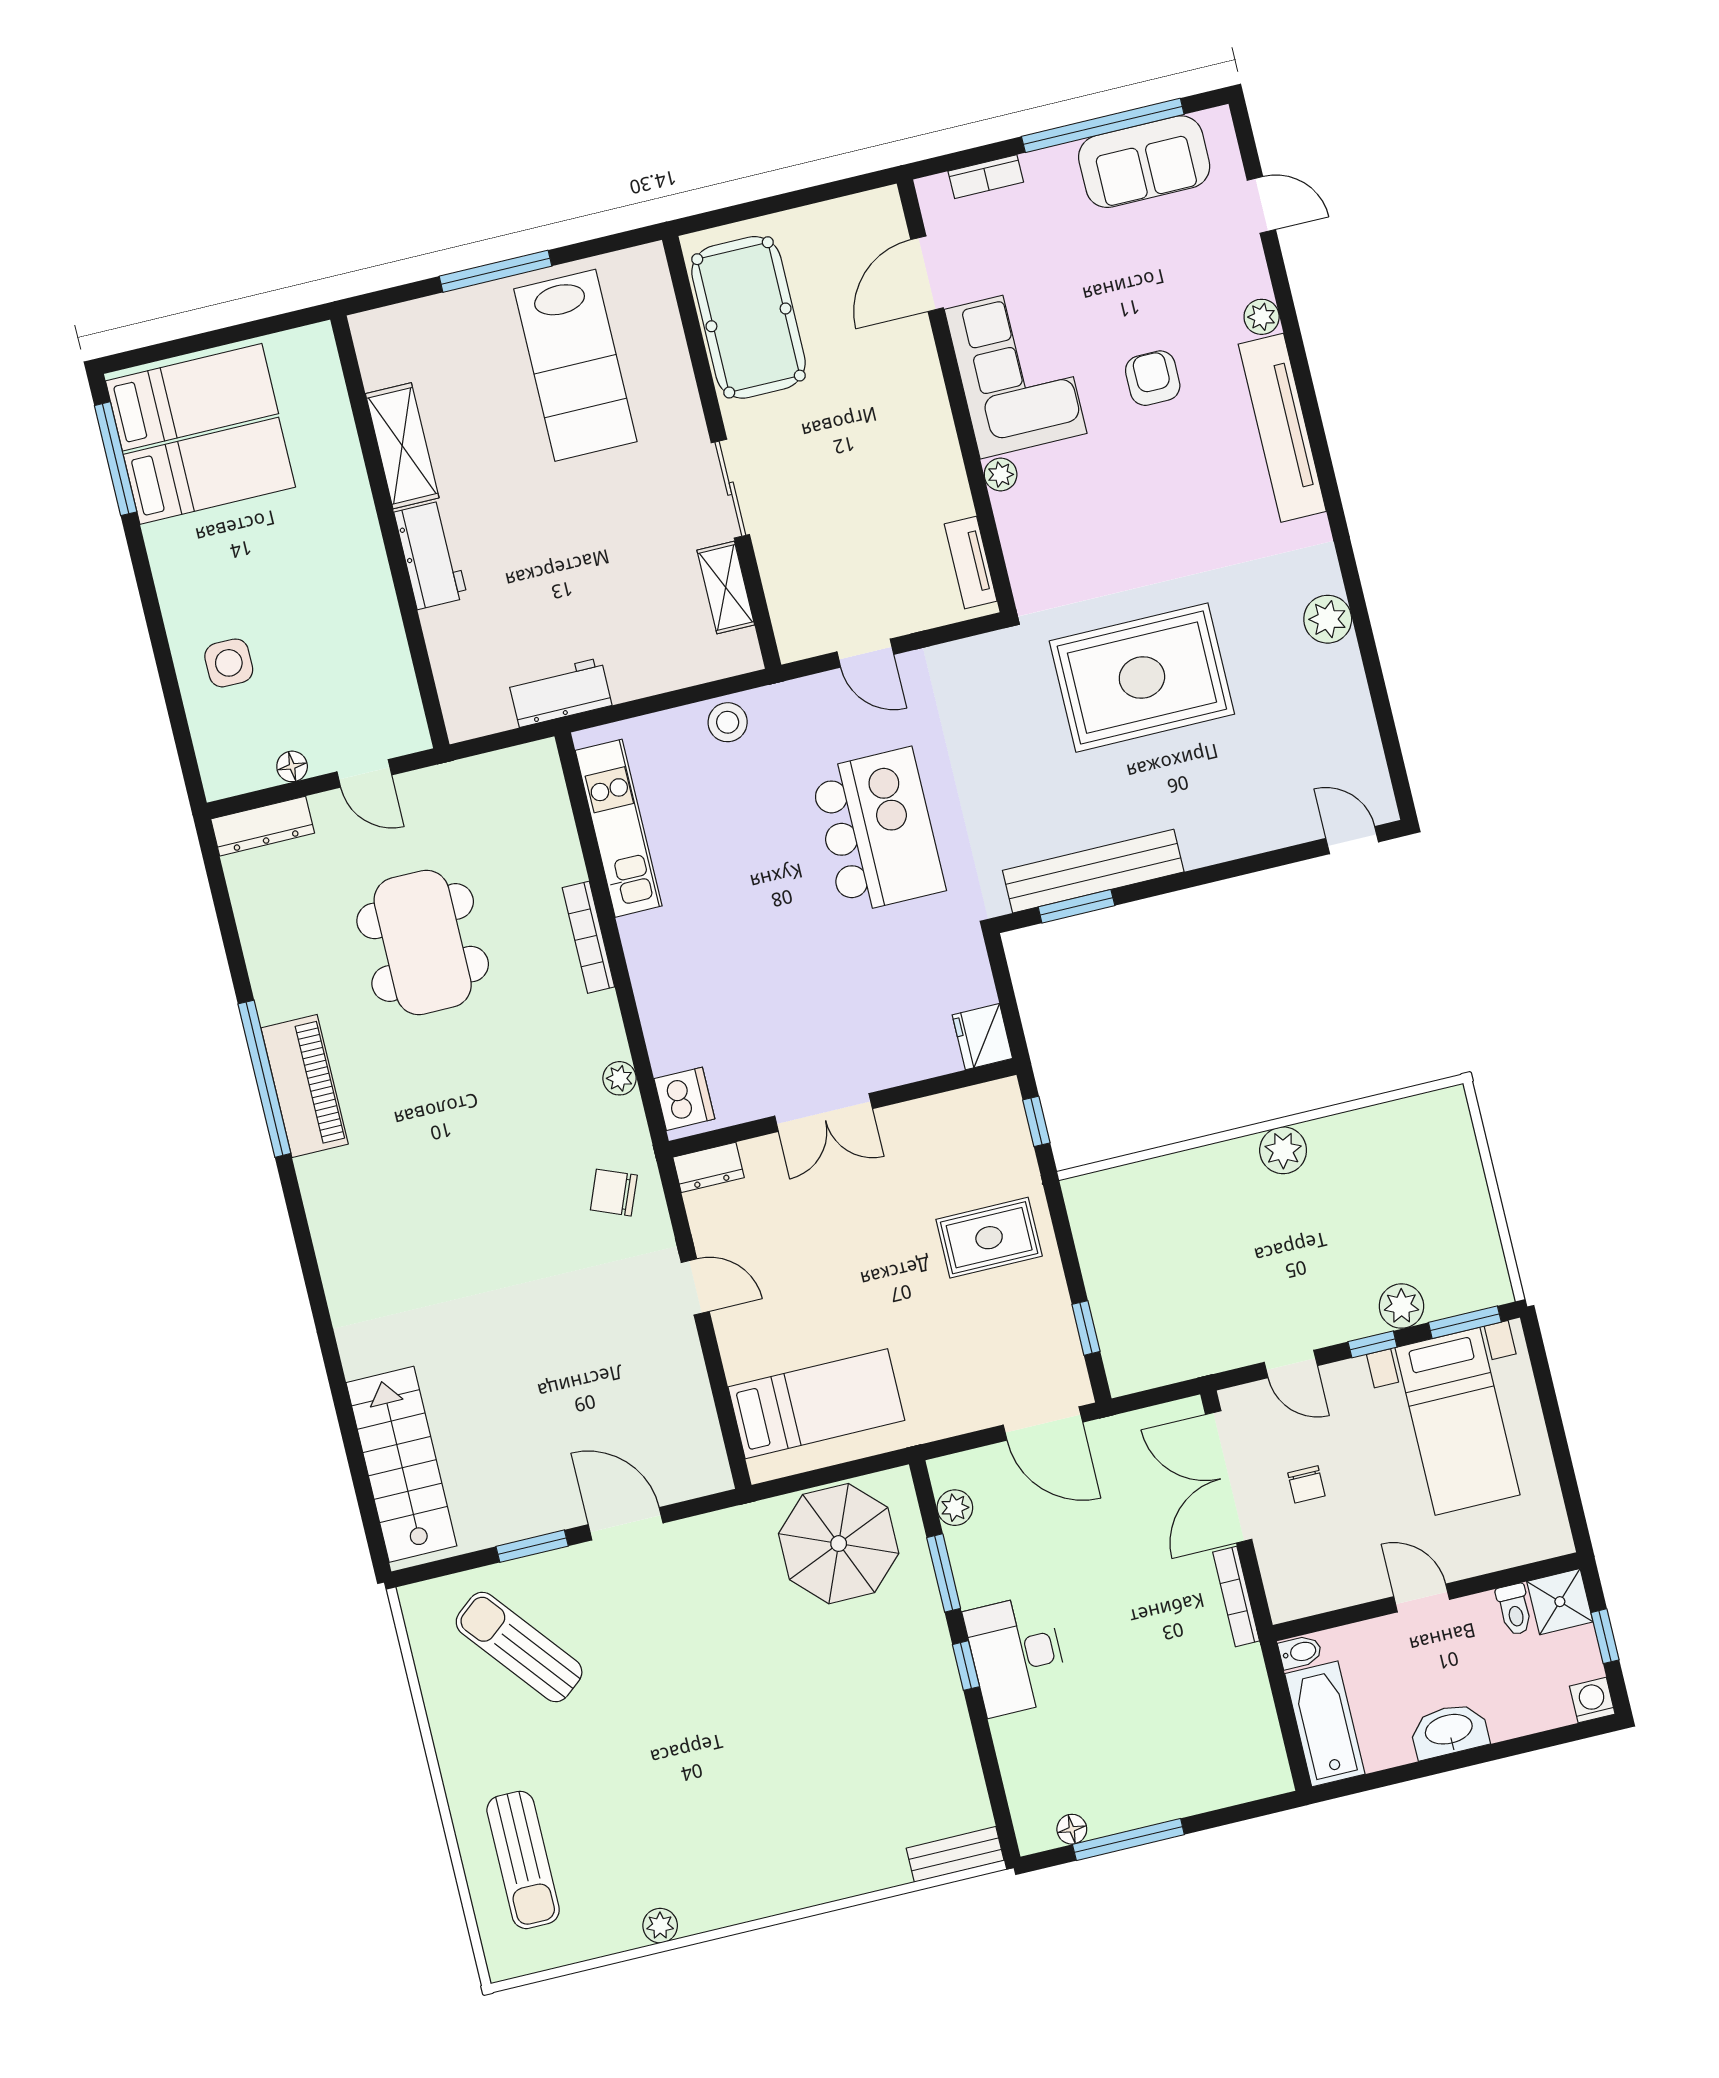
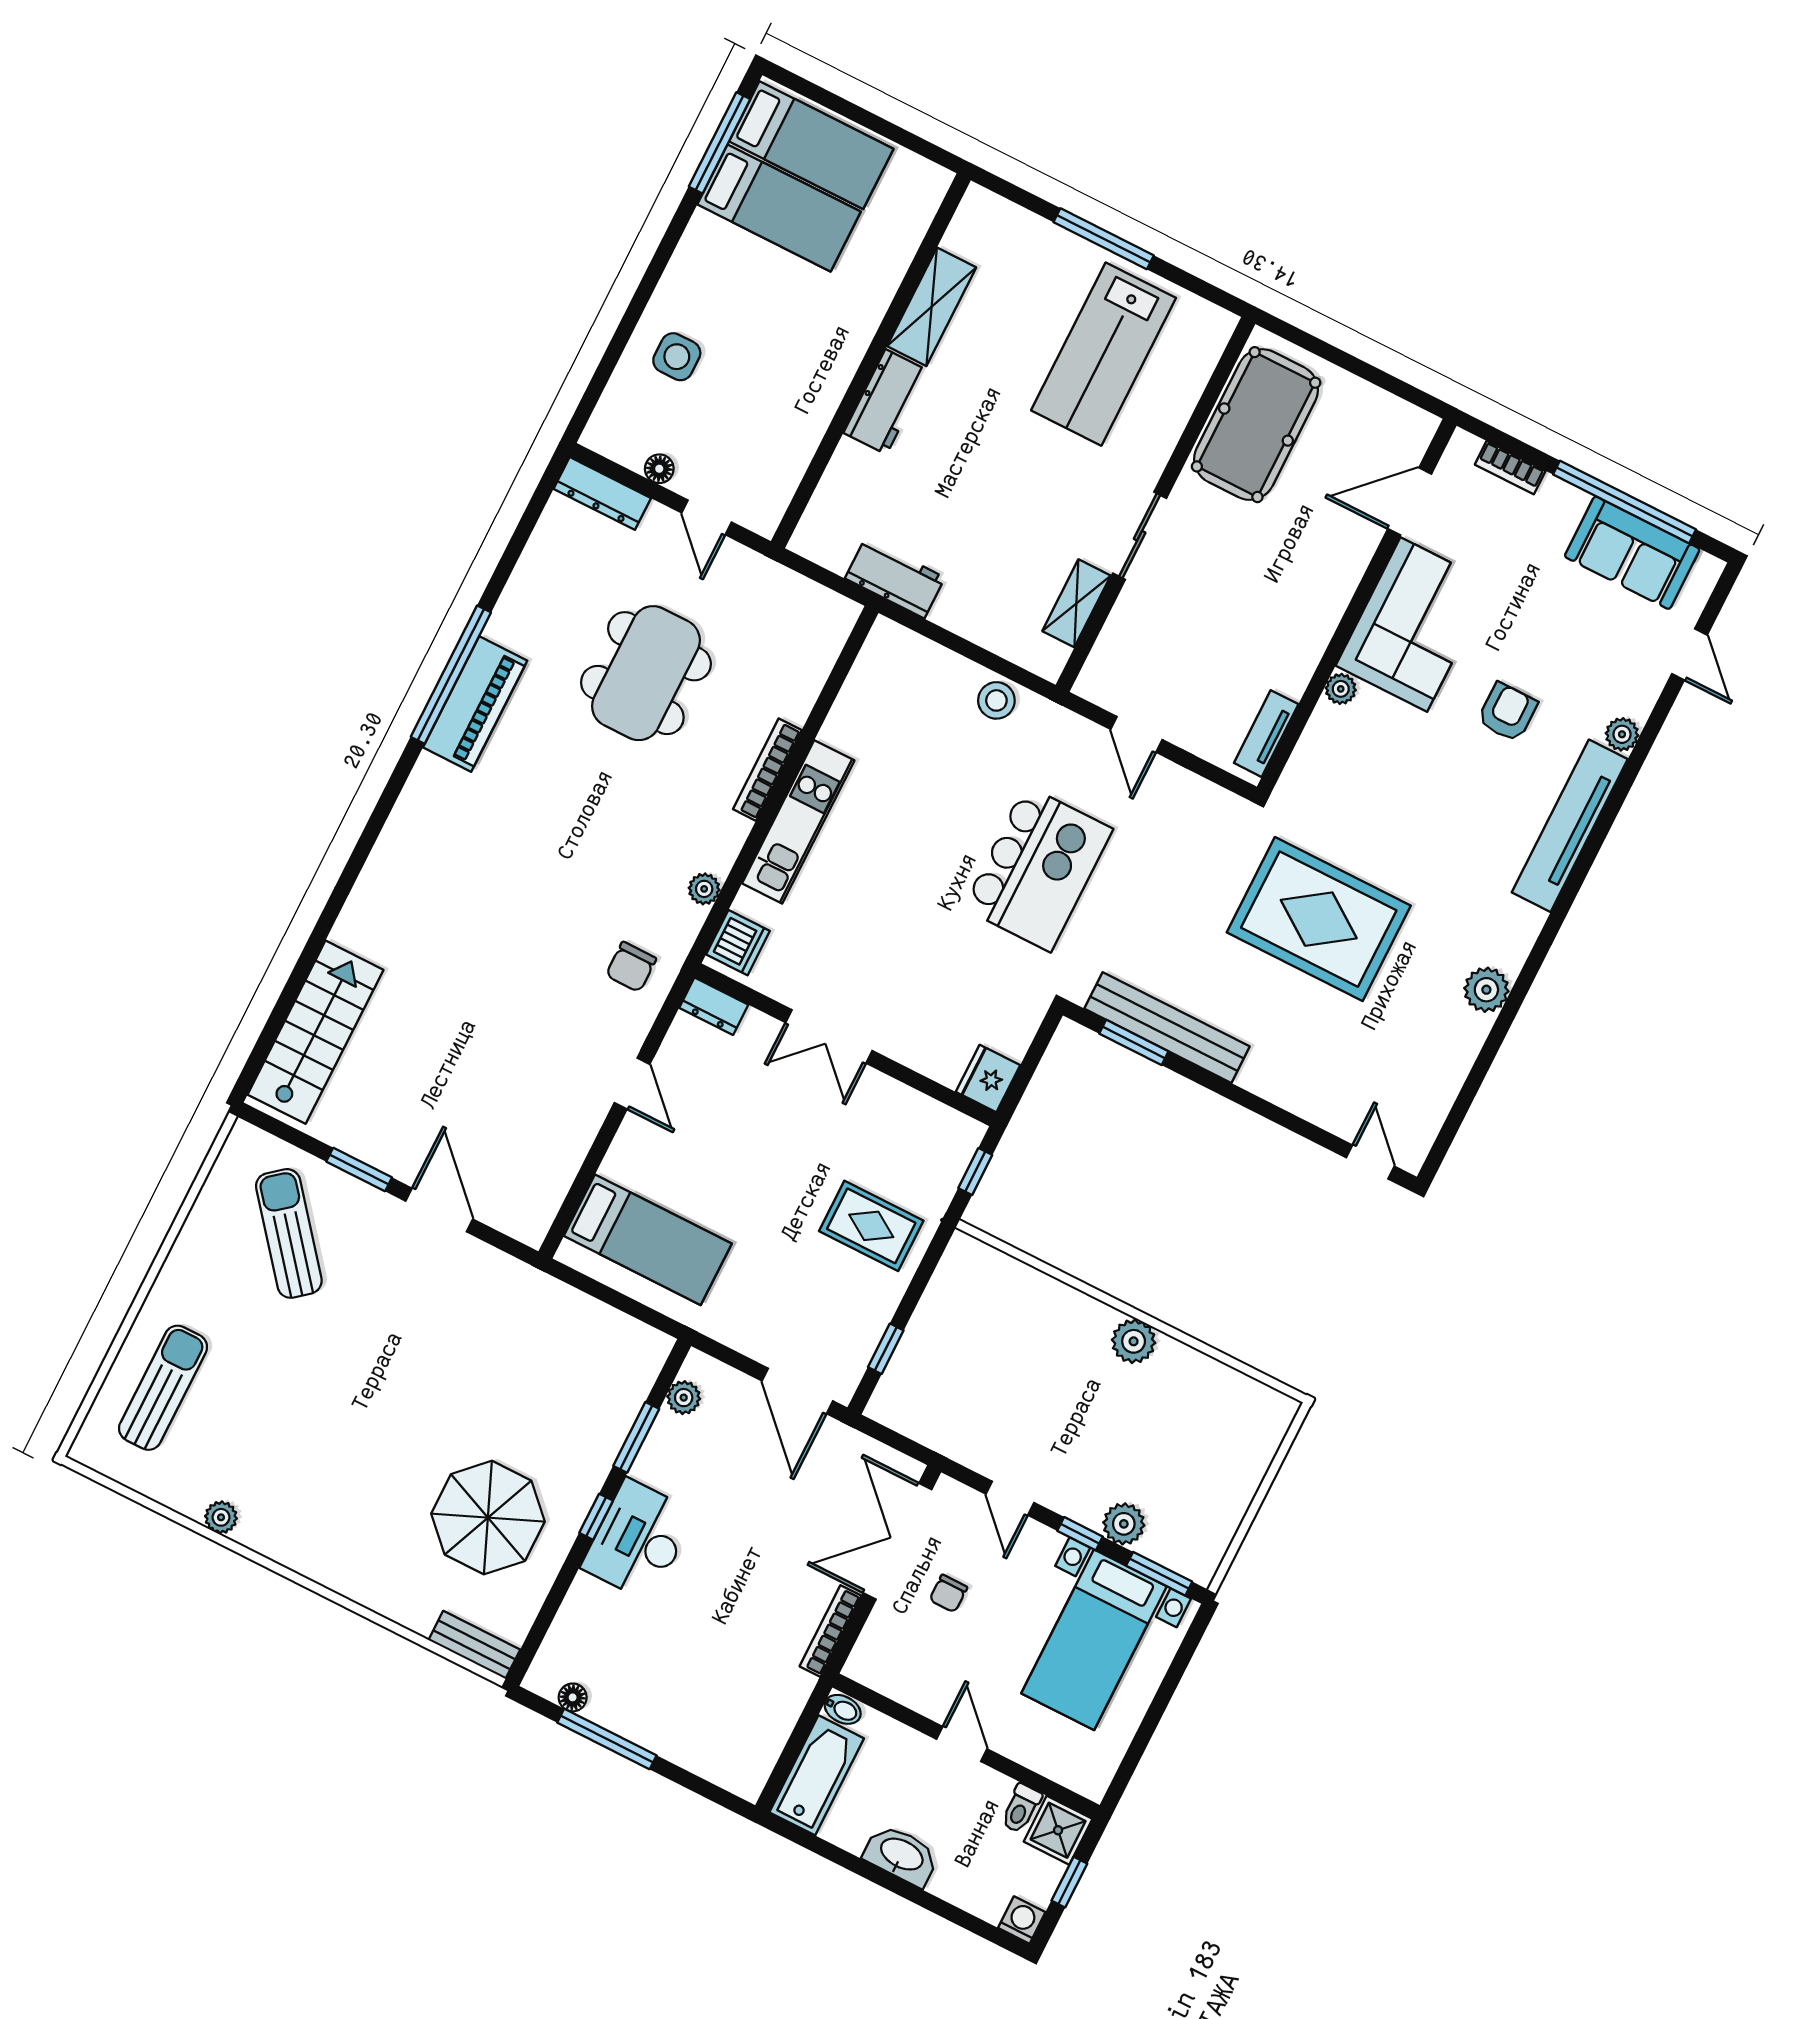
kitchen unit: (619, 828) -> (798, 822), moved
chair: (614, 1193) -> (631, 967), turned -112
parasol: (839, 1544) -> (488, 1518), moved
sun lounger: (523, 1860) -> (163, 1388), turned 180

